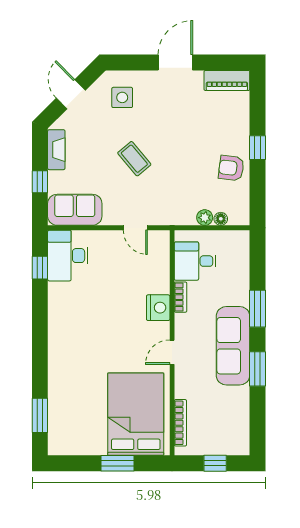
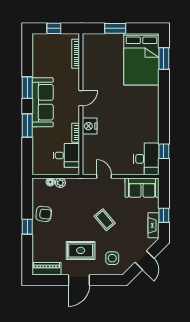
rug: (172, 110) -> (81, 250), added
window: (40, 182) -> (164, 215), moved
bed: (136, 414) -> (141, 59), moved

